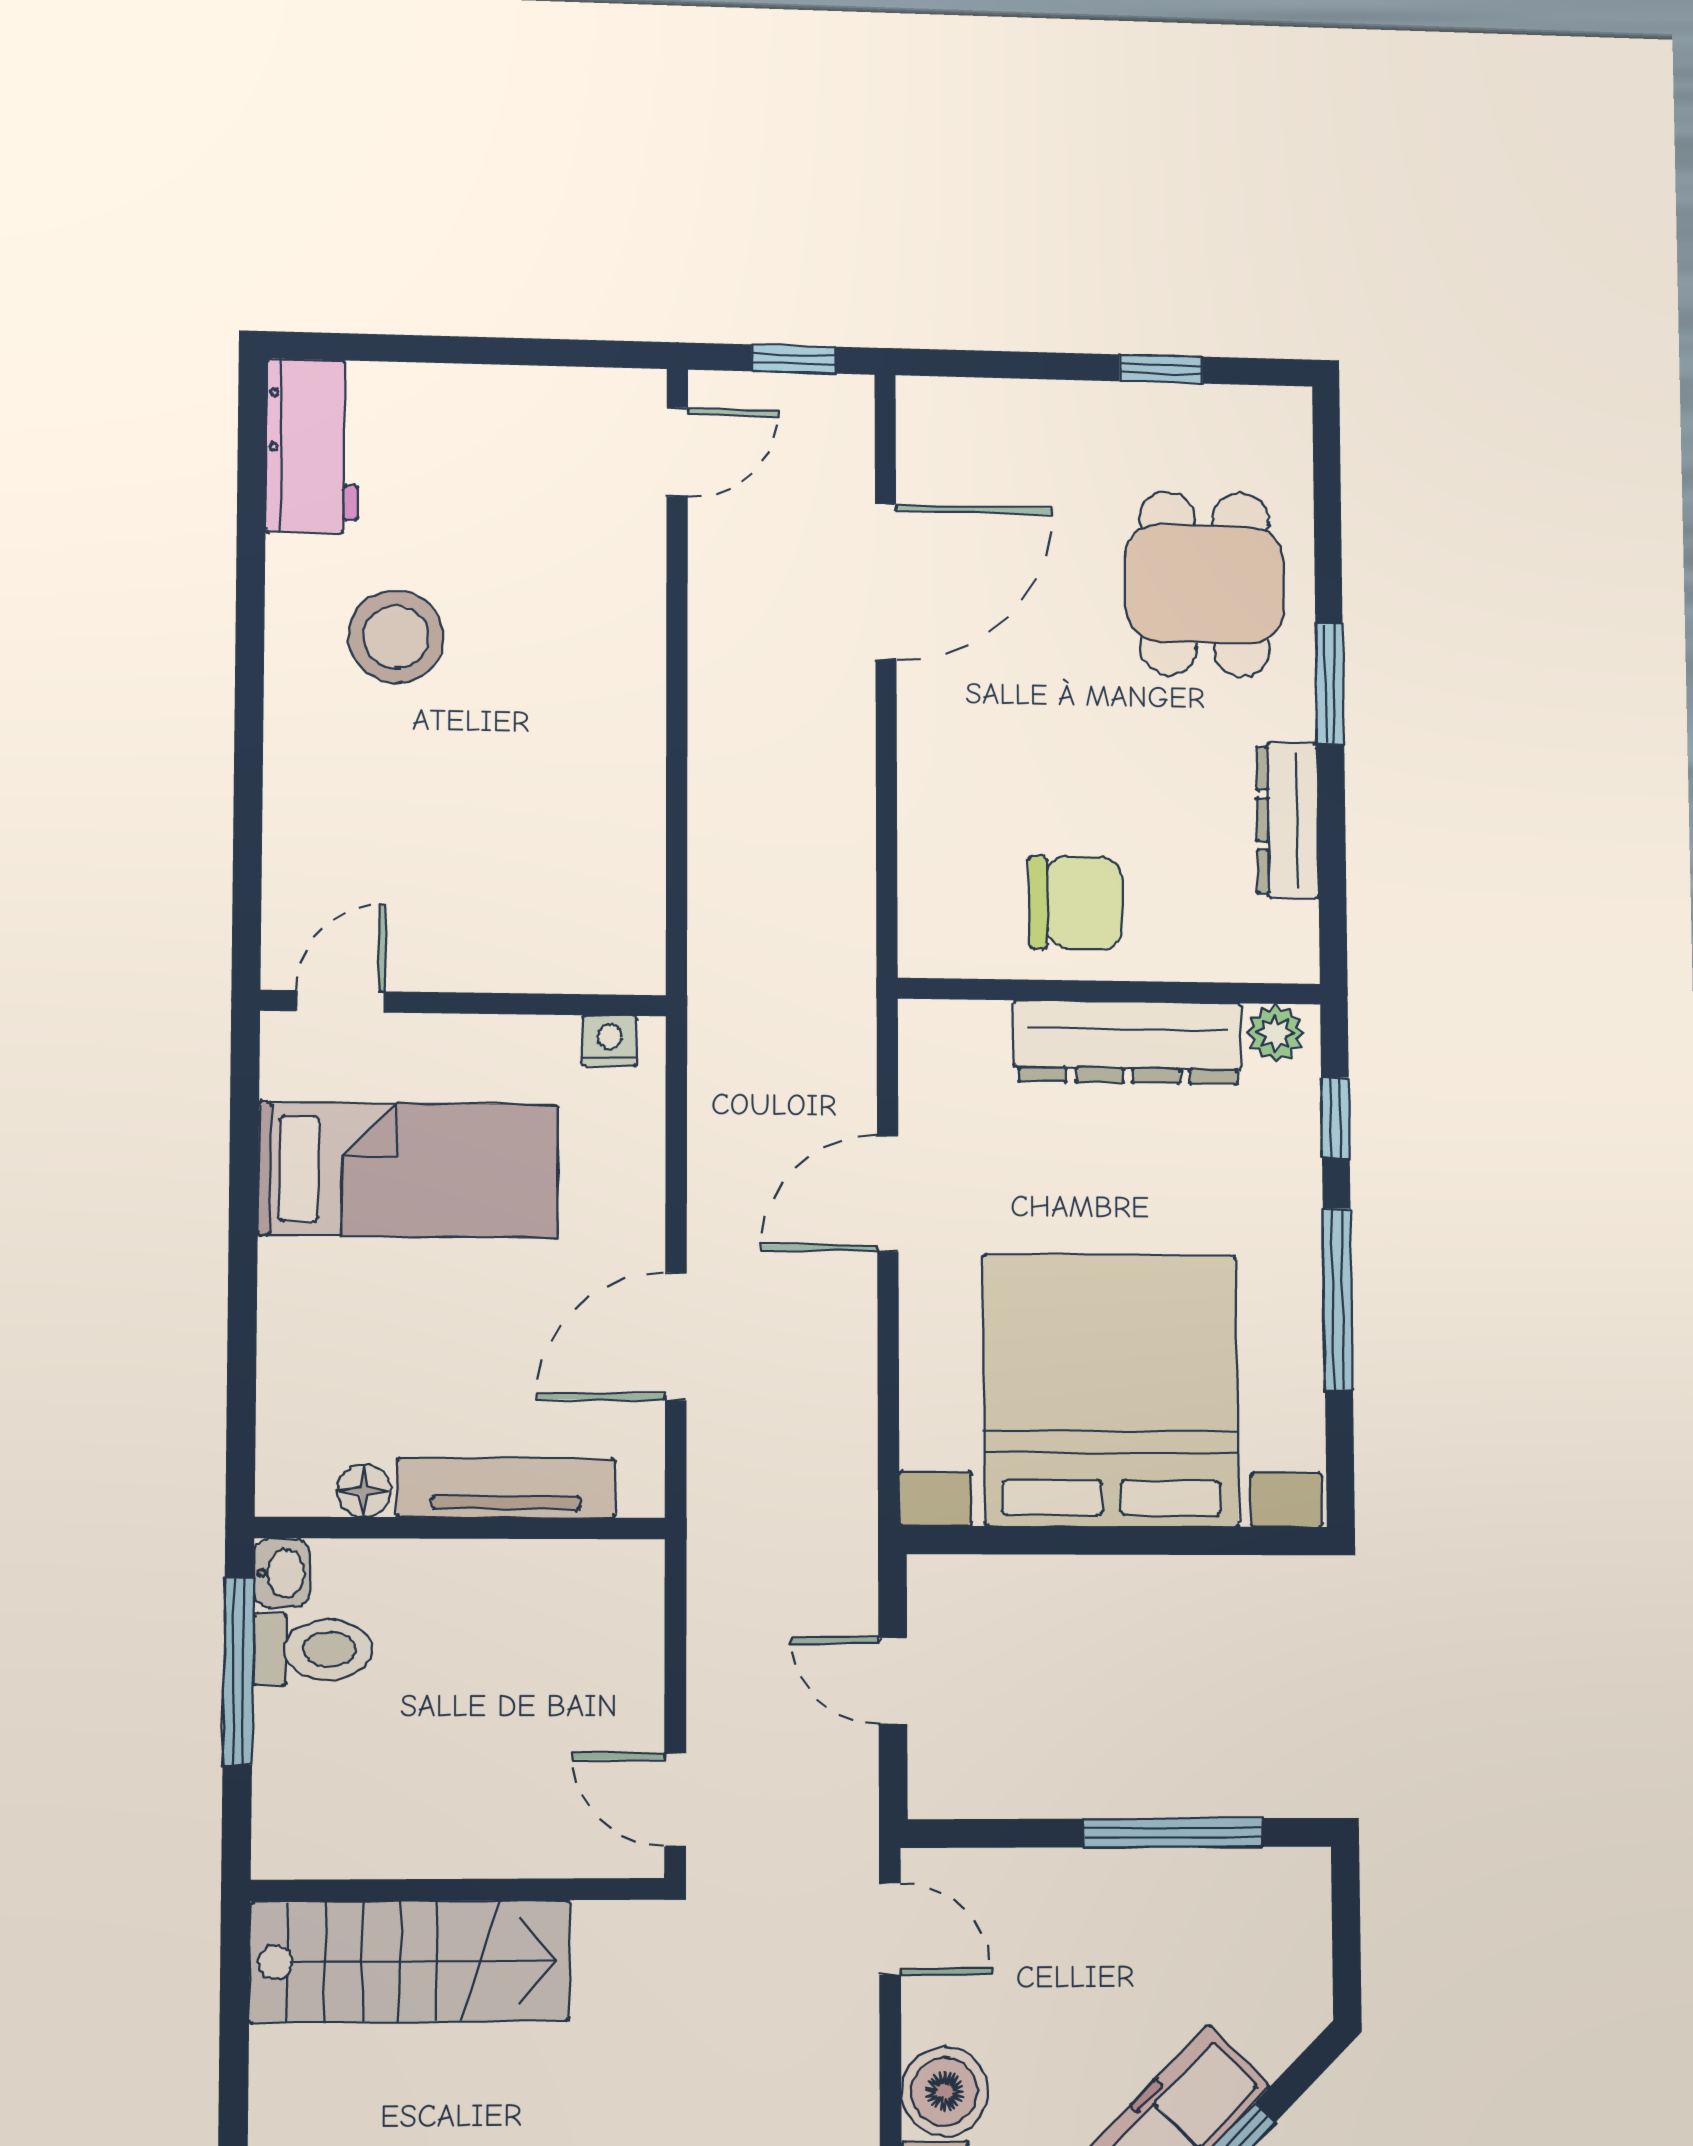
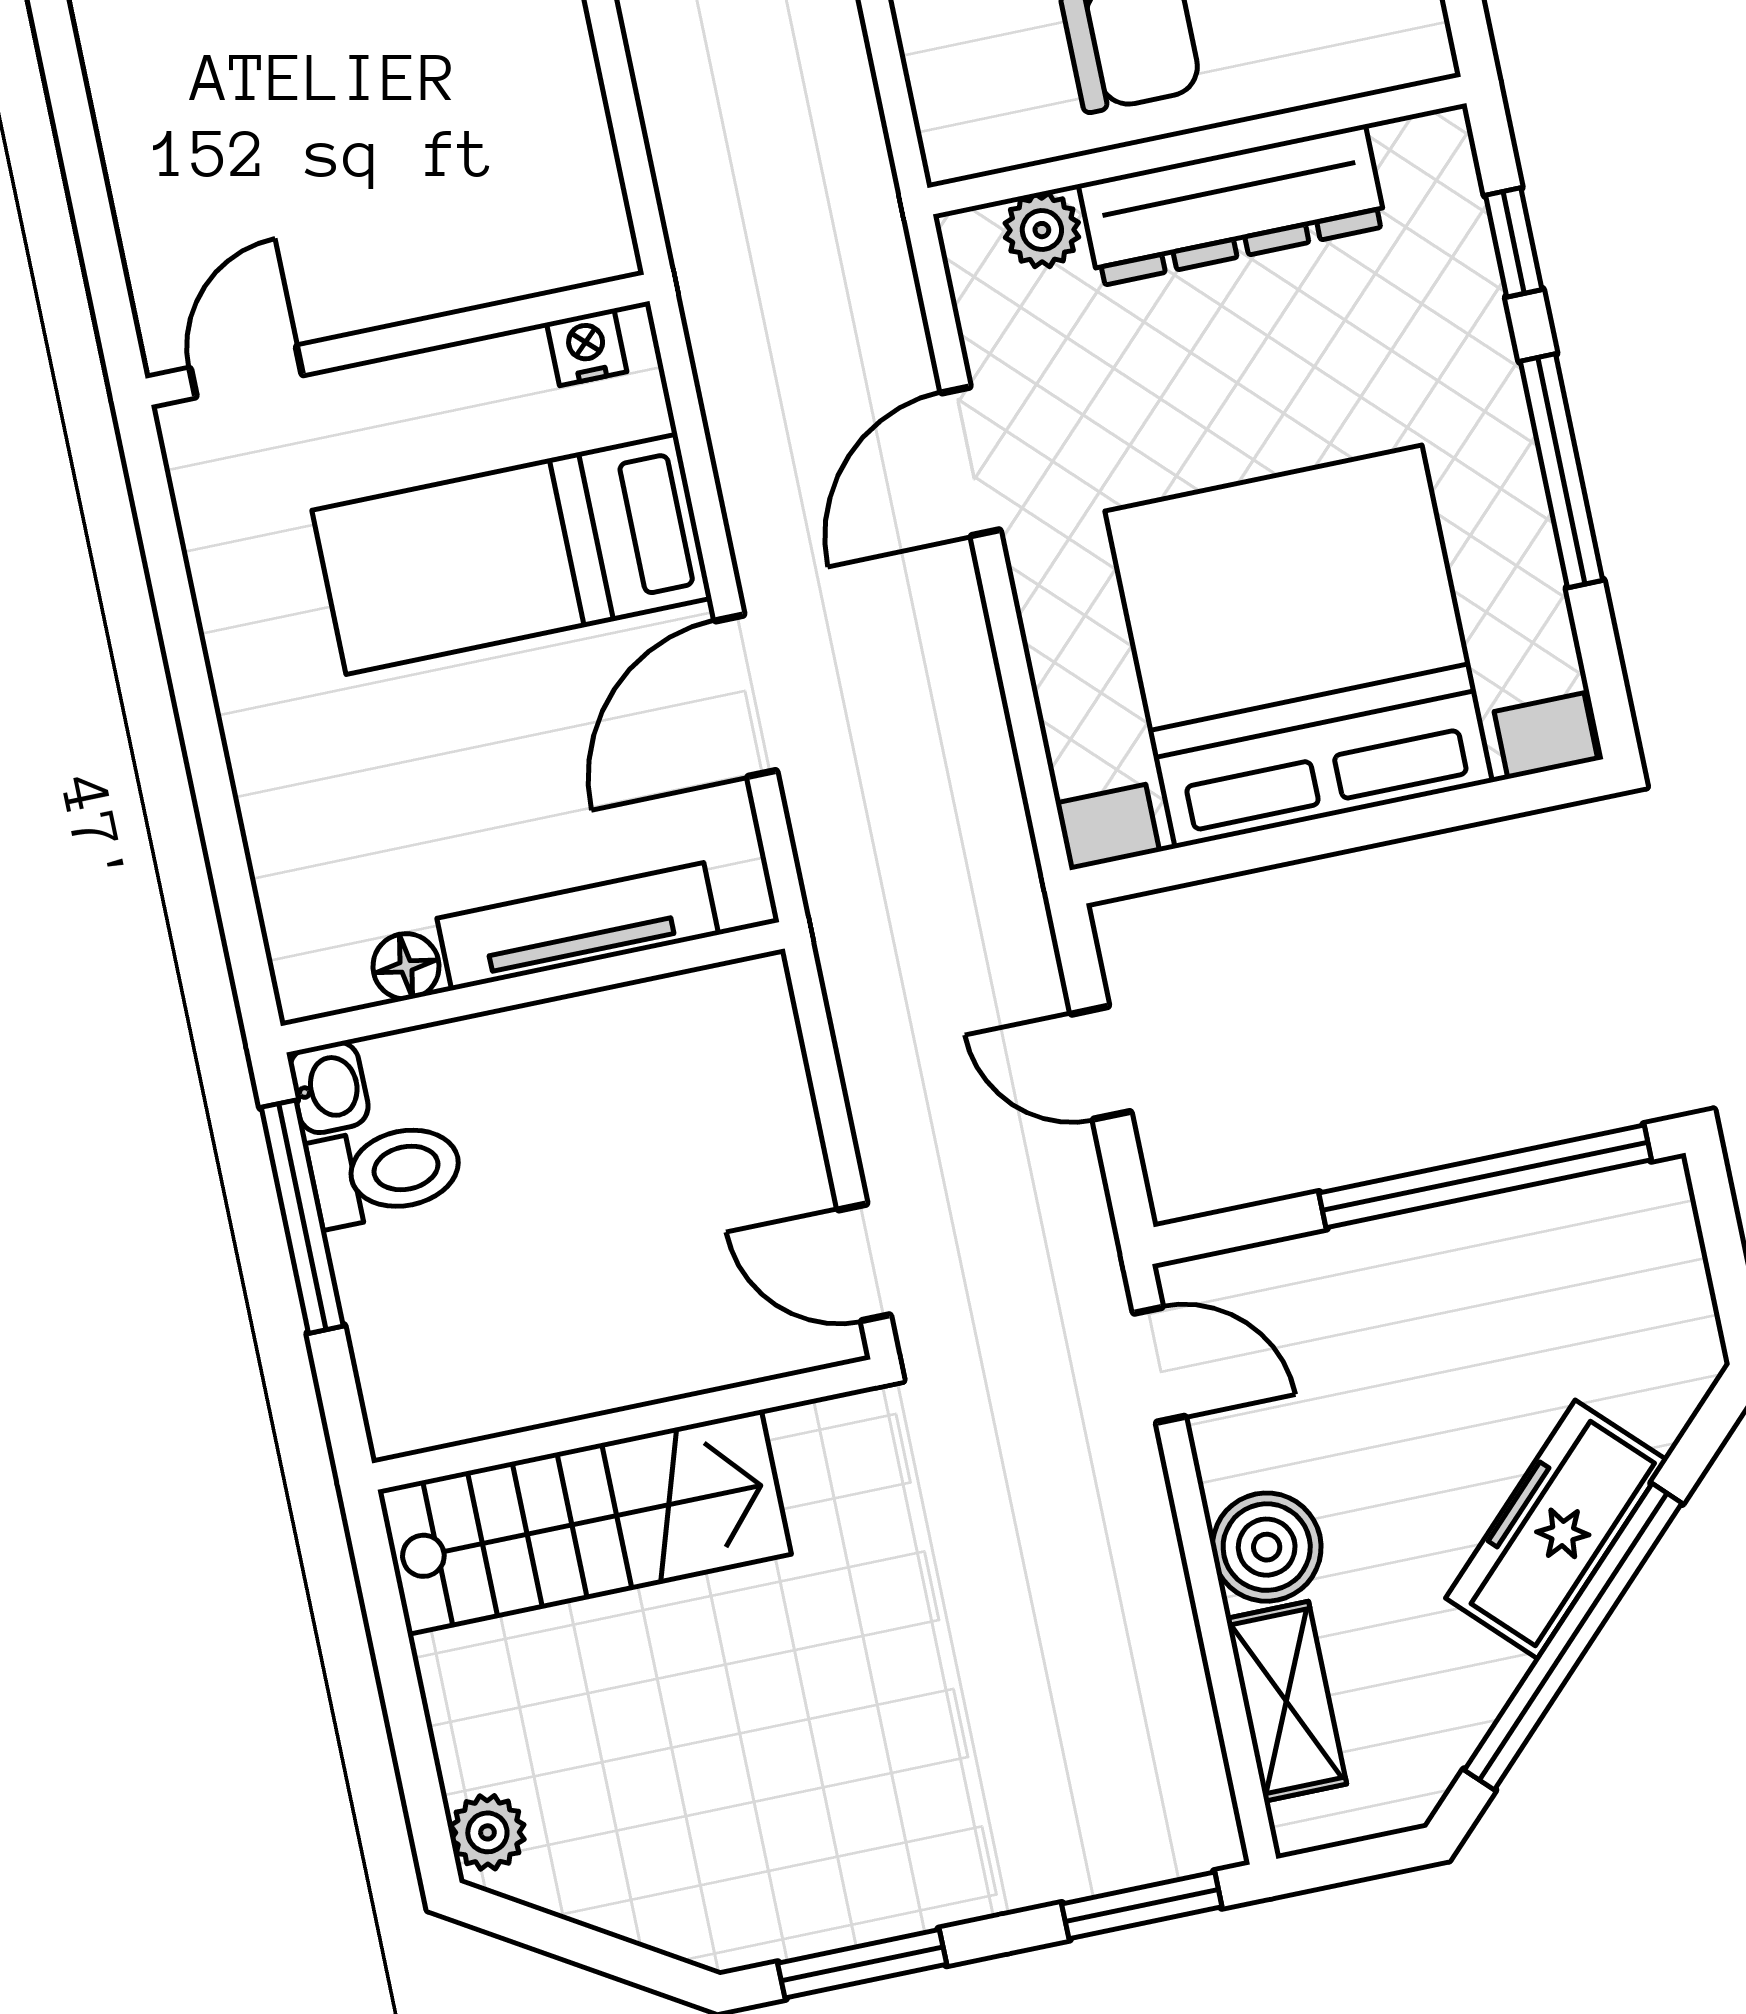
plant: (1275, 1033) -> (1042, 230), moved
bed: (408, 1170) -> (512, 554), moved, turned 180
window: (1173, 1833) -> (1485, 1176), width x1.46

